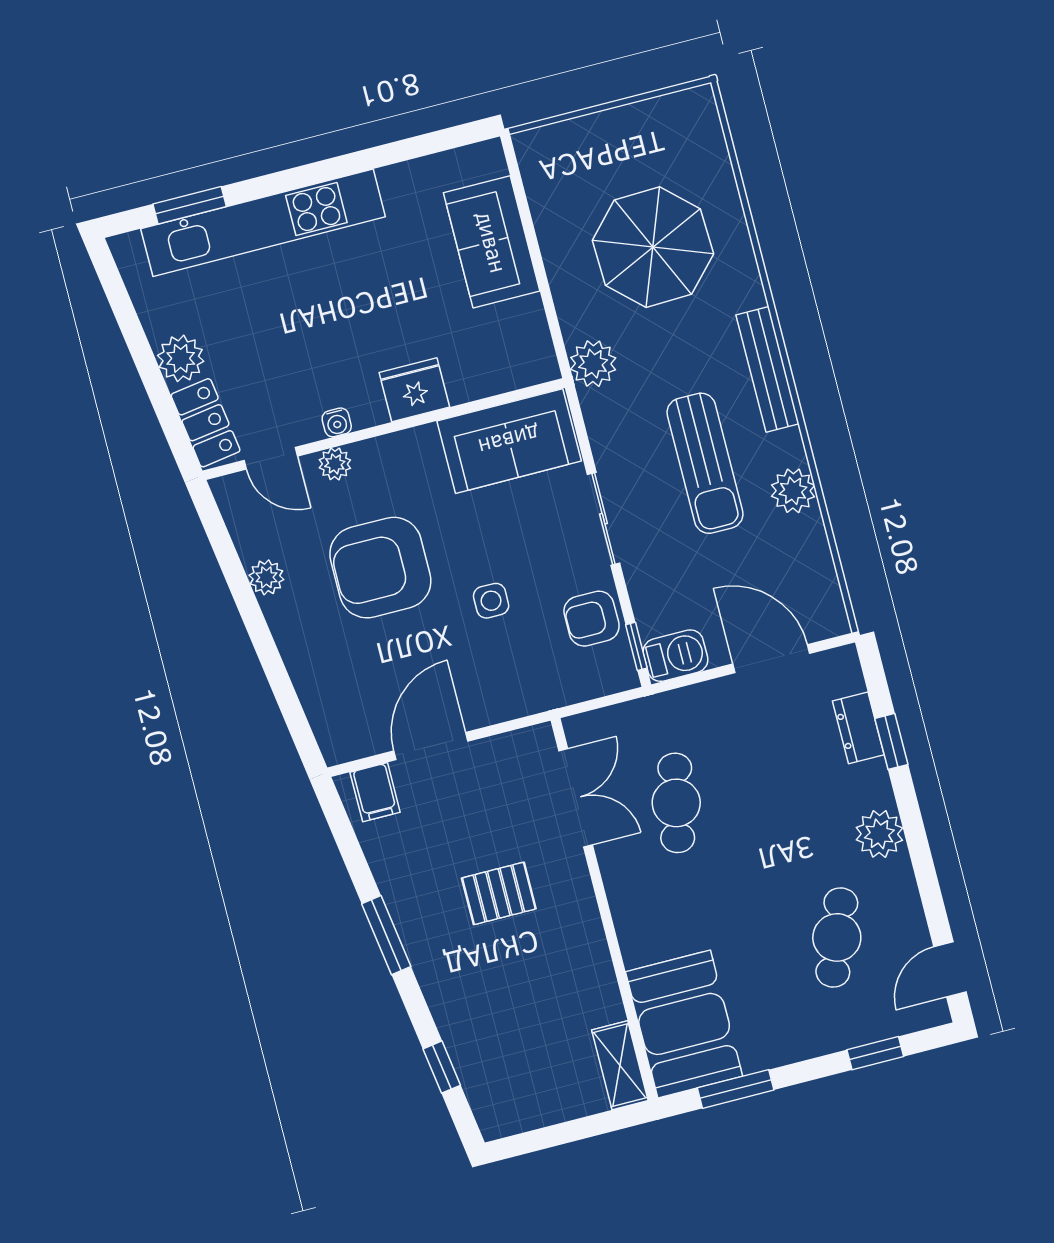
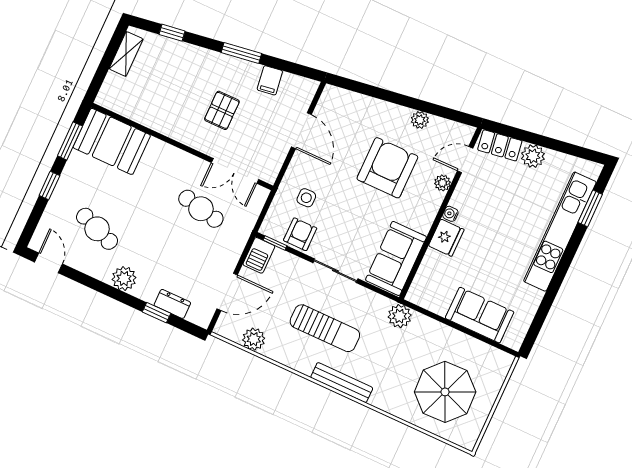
parasol: (653, 247) -> (445, 392), moved
water cooler: (337, 422) -> (450, 214), moved
sun lounger: (705, 463) -> (325, 328), turned 180
plant: (793, 491) -> (254, 339), moved
side table: (491, 601) -> (306, 198), moved
filing cabinet: (375, 792) -> (270, 80), moved, turned -98
window: (875, 1053) -> (49, 185), moved
shelving: (620, 1065) -> (126, 54), moved, turned 90

